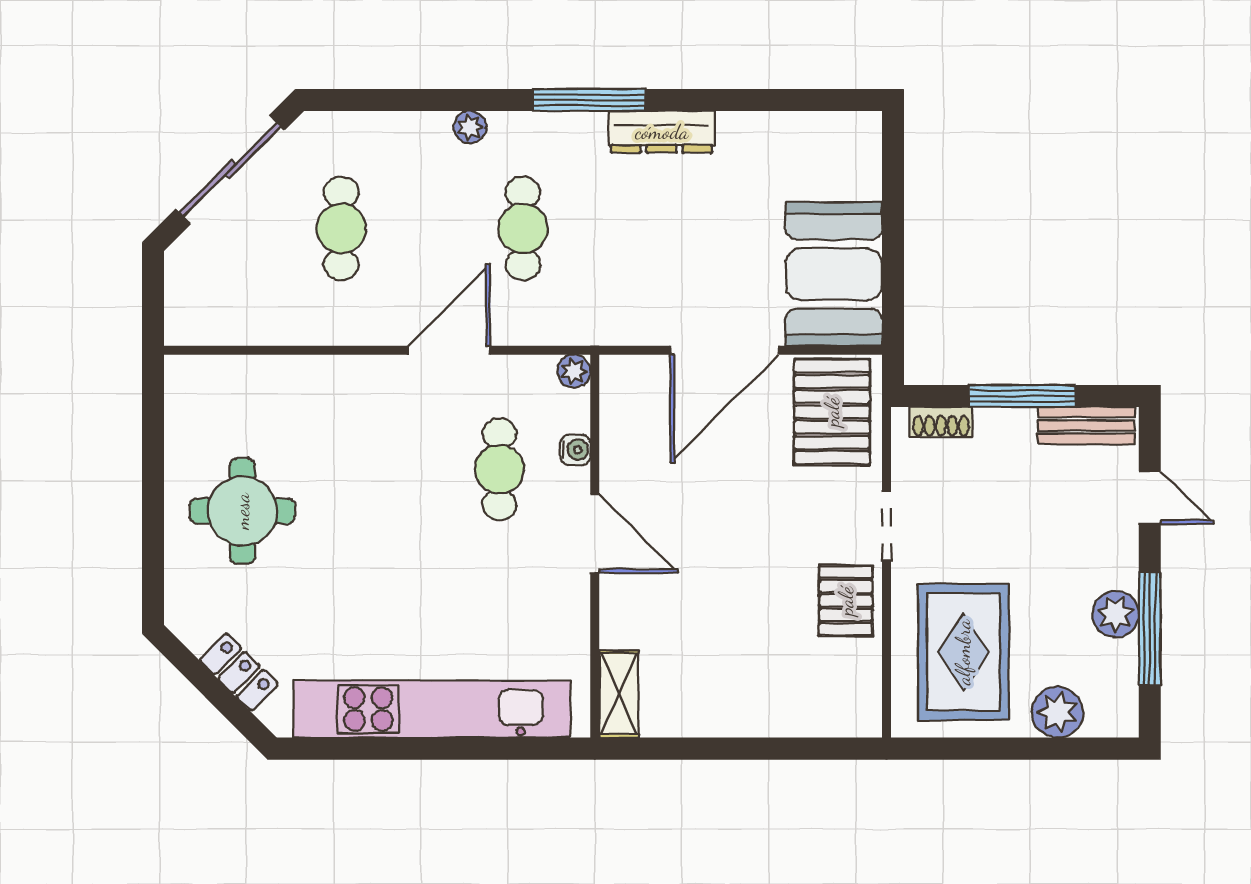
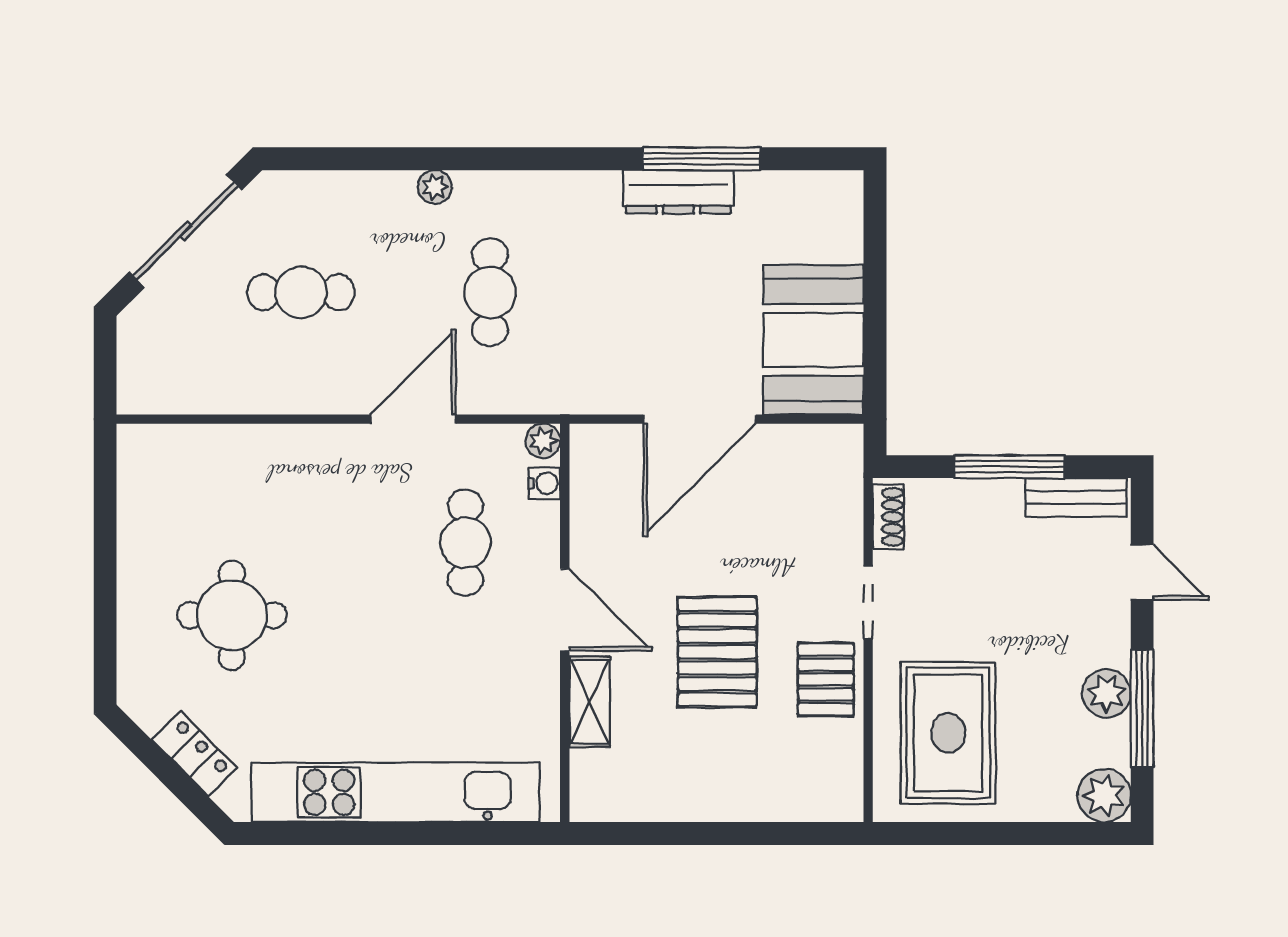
window: (589, 100) -> (701, 159), moved
dresser: (662, 132) -> (678, 192), moved
cafe table: (341, 228) -> (301, 292), turned 90
pallet: (832, 412) -> (717, 652), moved
shoe rack: (941, 422) -> (888, 517), moved, turned -90
water cooler: (575, 450) -> (544, 483), moved
round table: (242, 511) -> (232, 615), moved
shelving: (619, 694) -> (590, 702), moved
plant: (1057, 712) -> (1104, 795), moved

